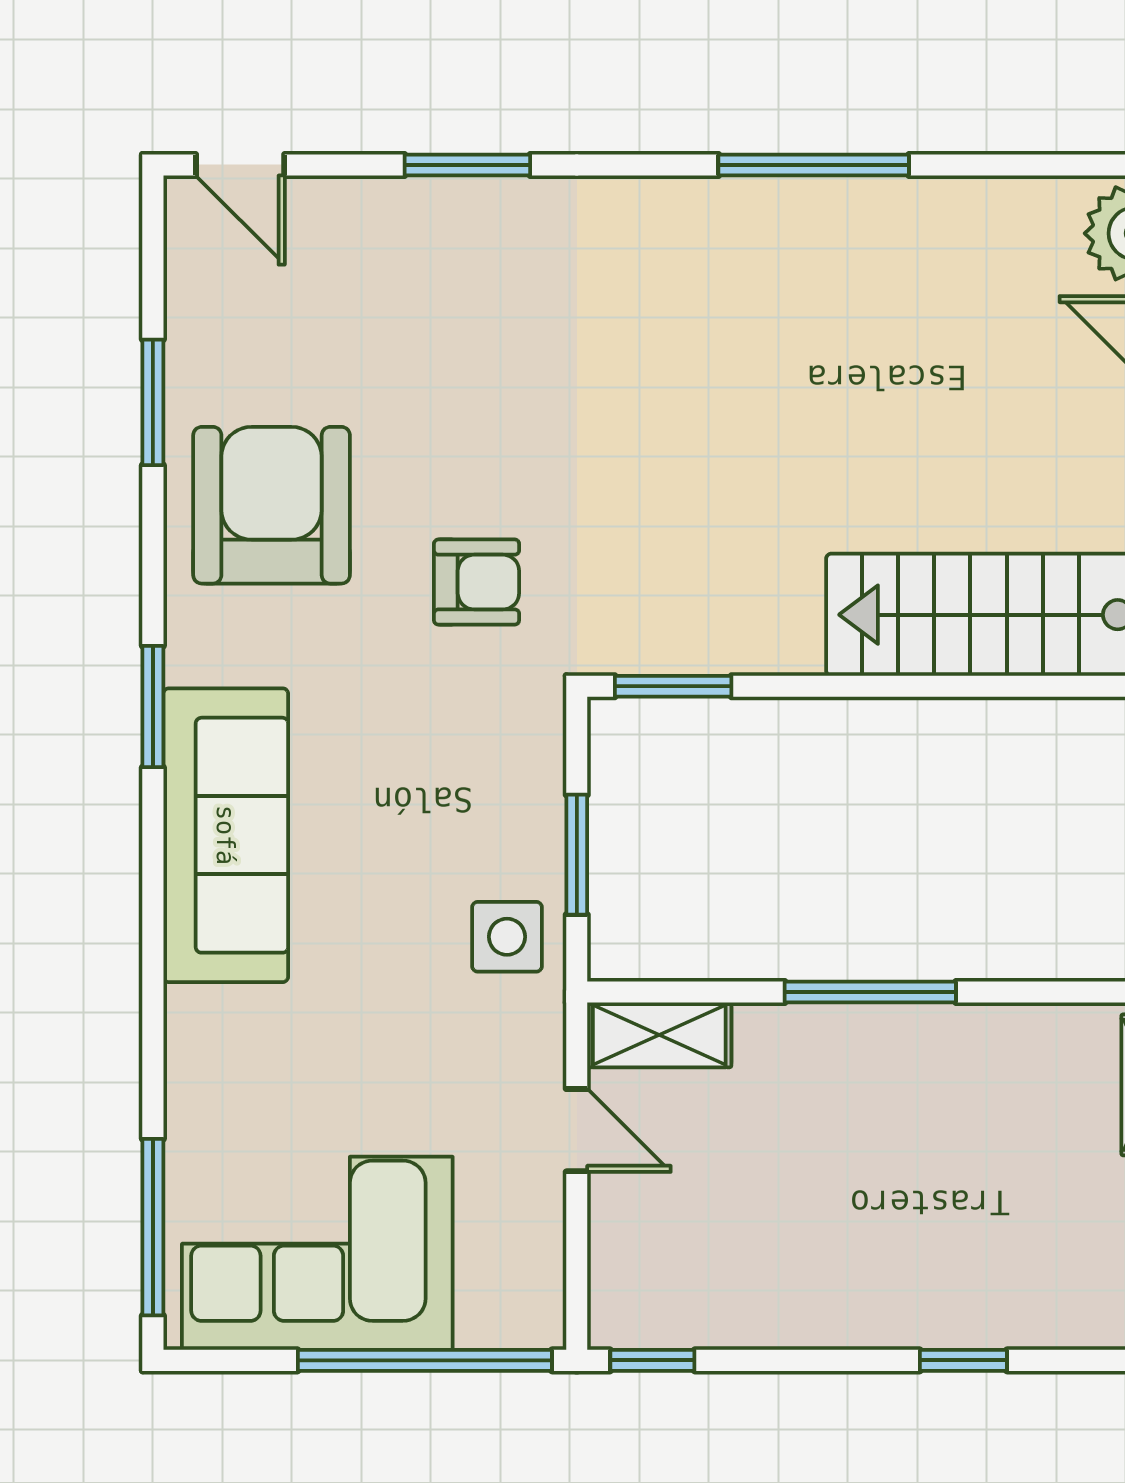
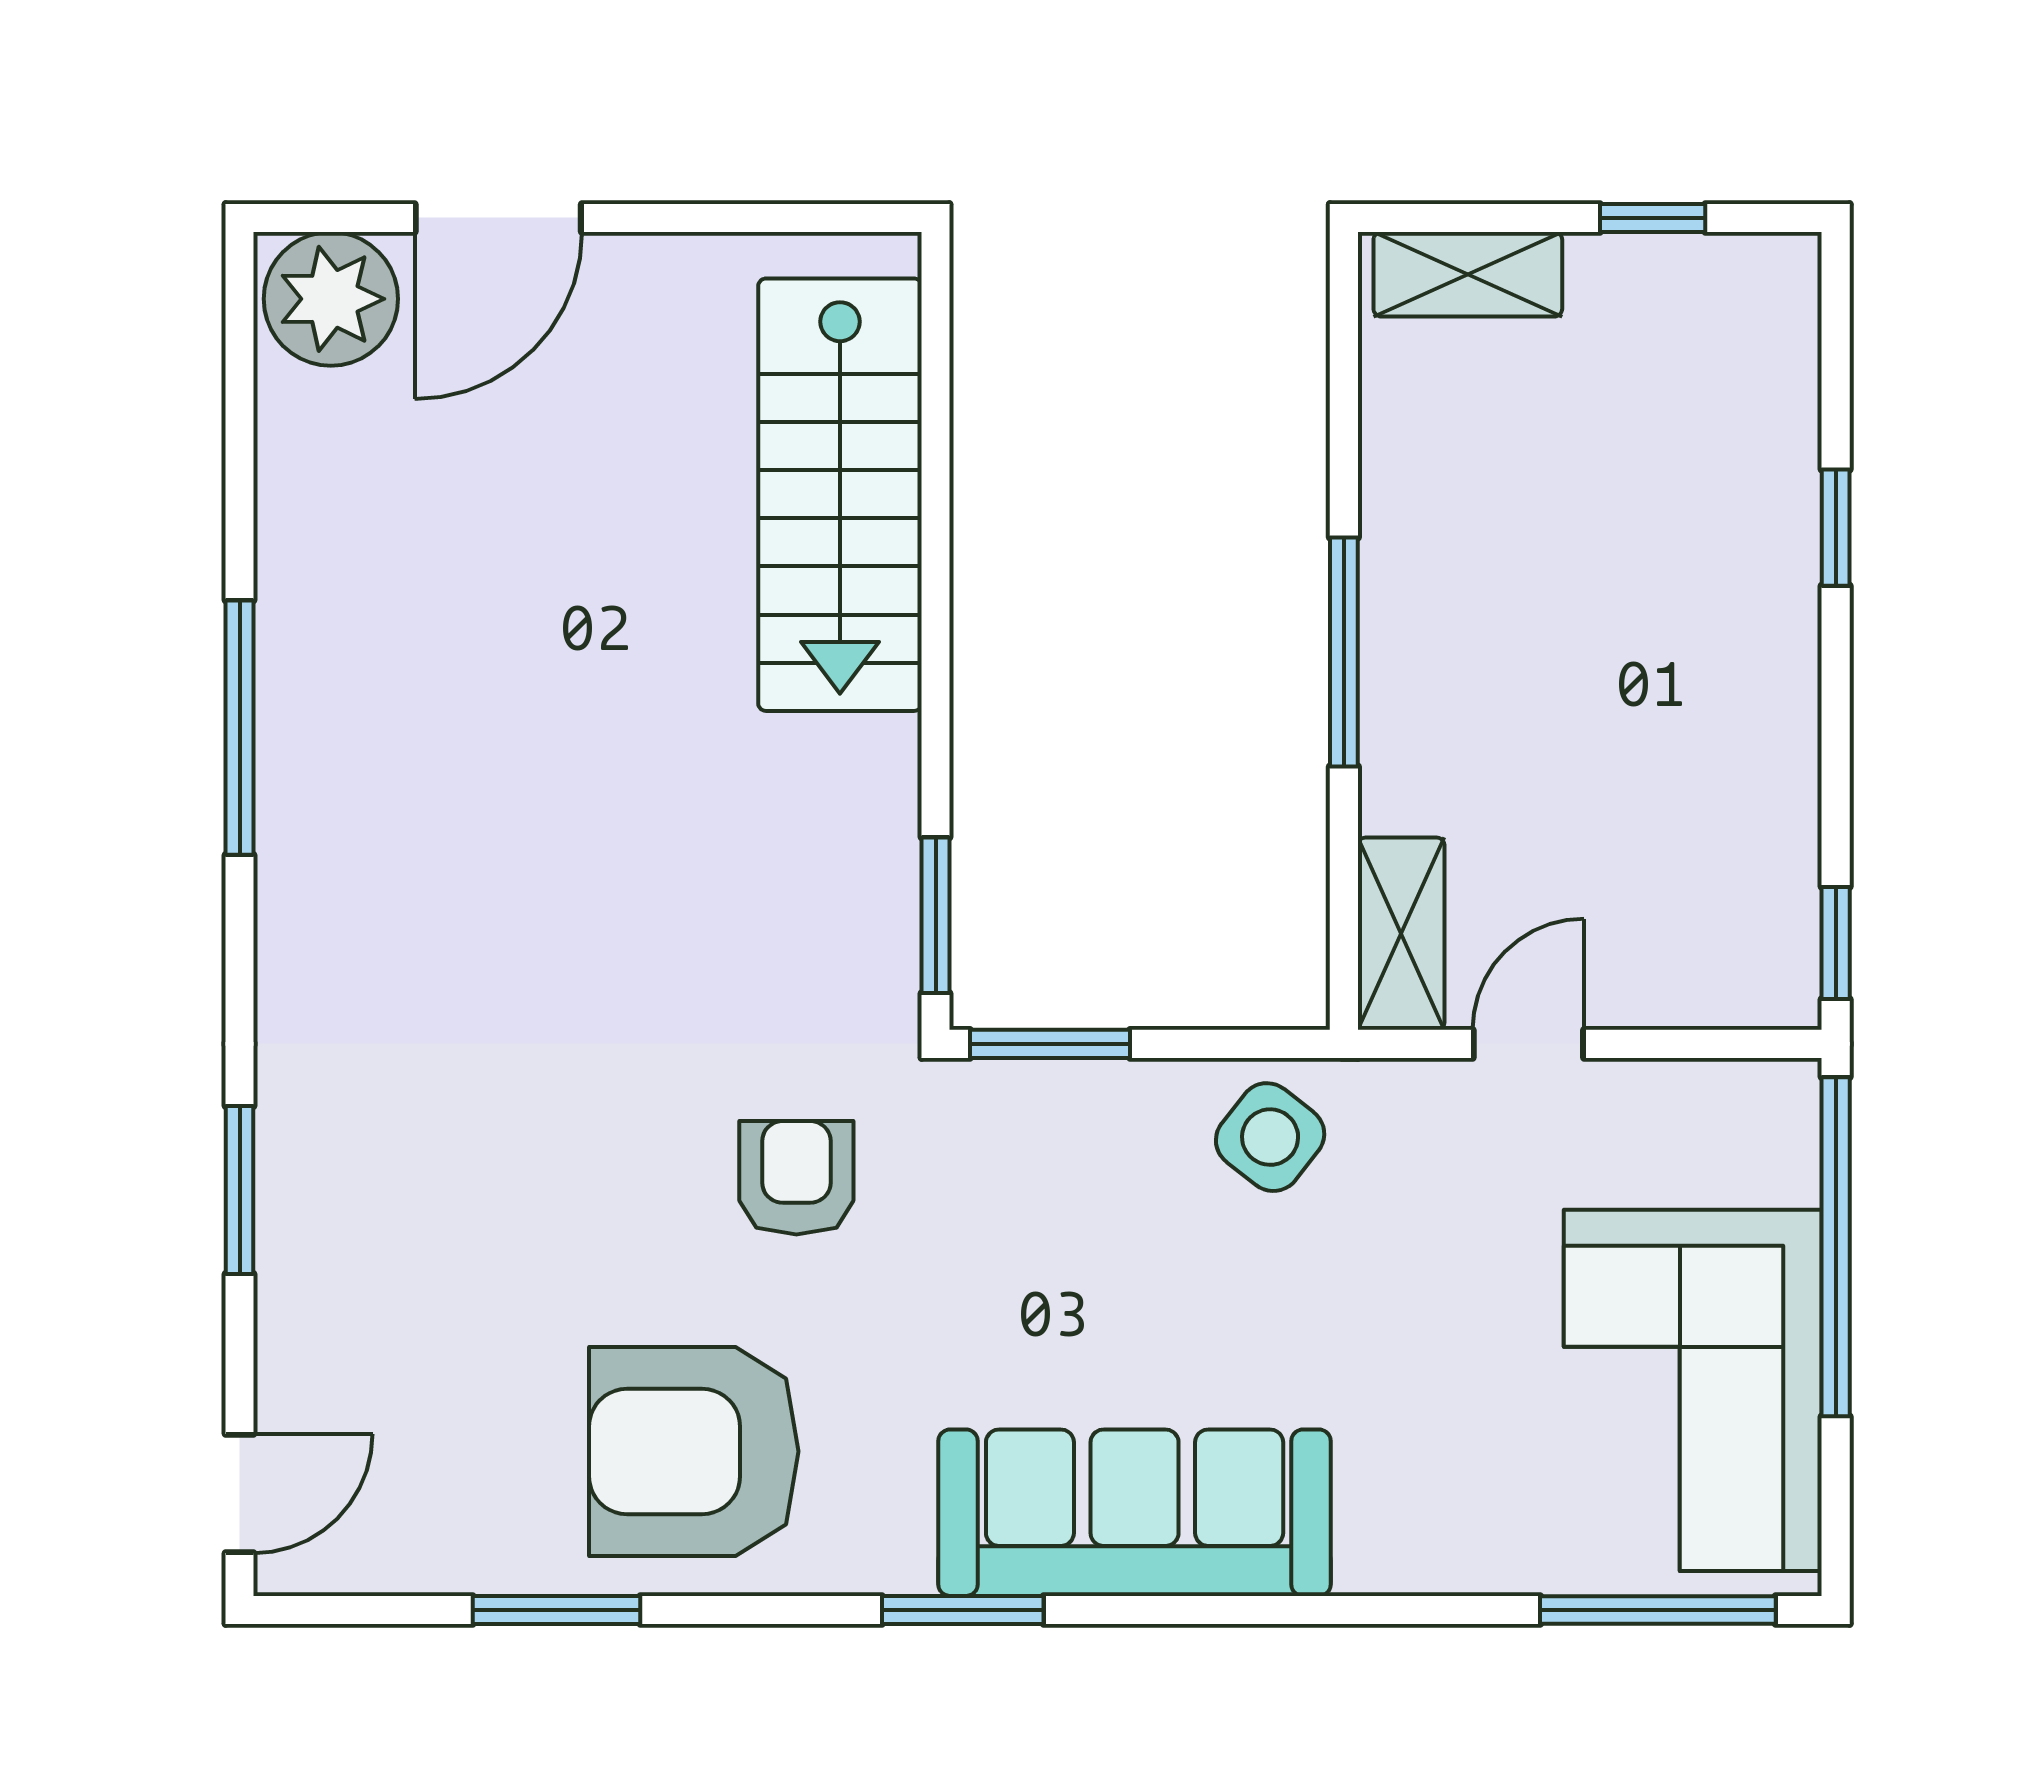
window: (577, 855) -> (1050, 1044), moved
side table: (507, 937) -> (1270, 1137), turned 38

